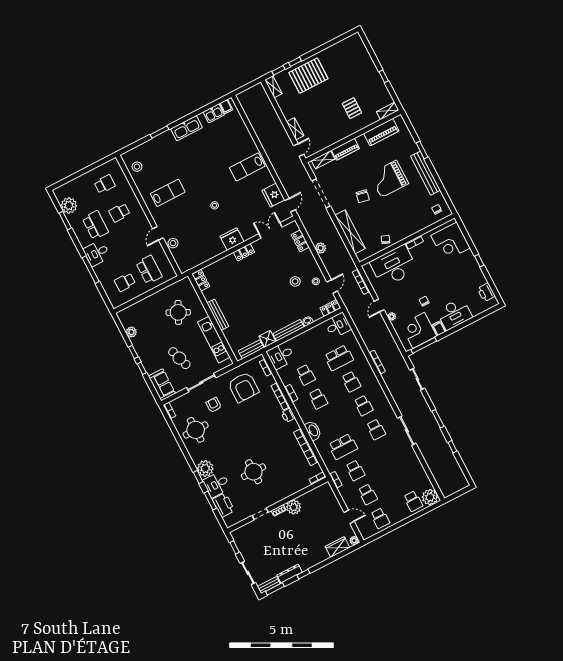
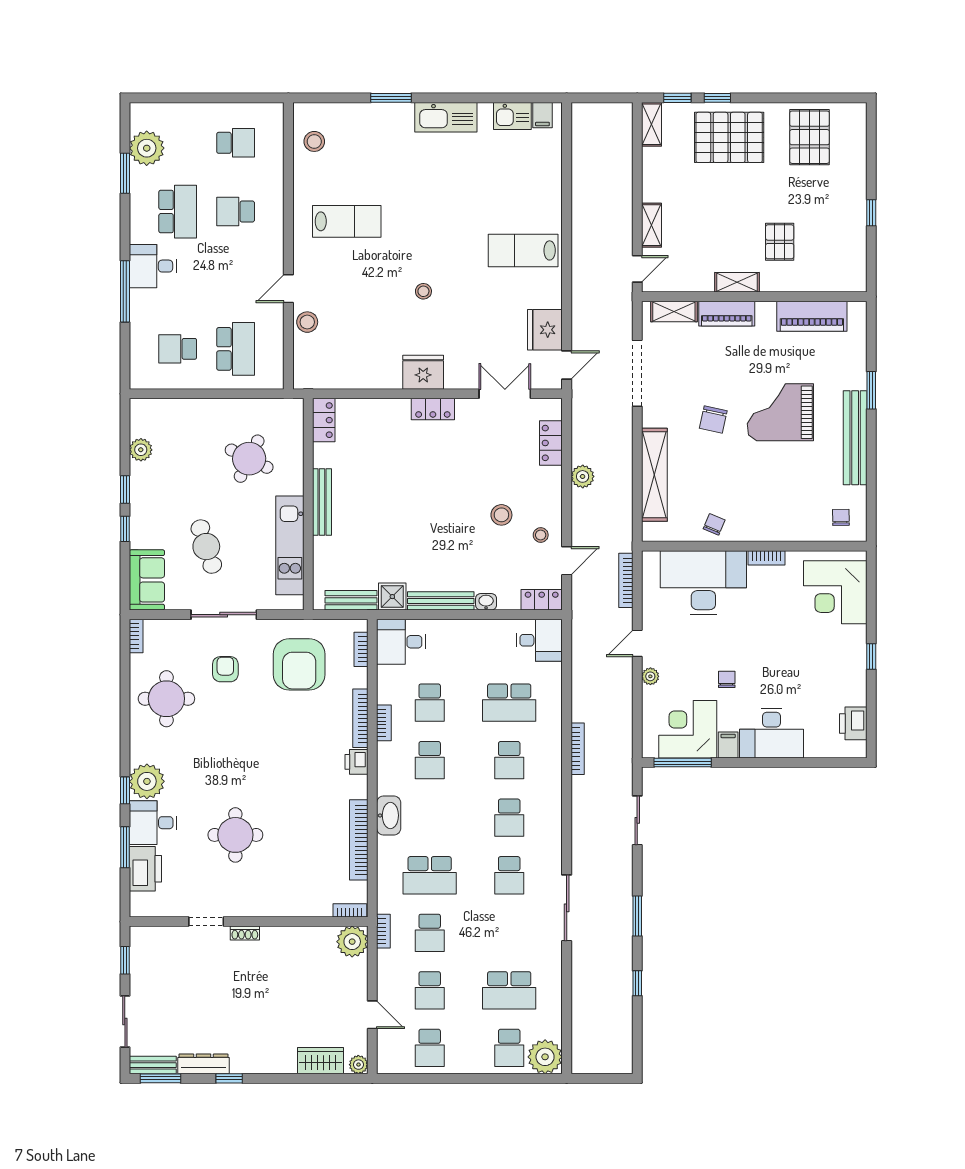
pallet: (342, 58) -> (810, 137), added
shelving: (388, 111) -> (737, 282), moved
school desk: (401, 477) -> (509, 990), added
plant: (294, 507) -> (352, 942), moved

